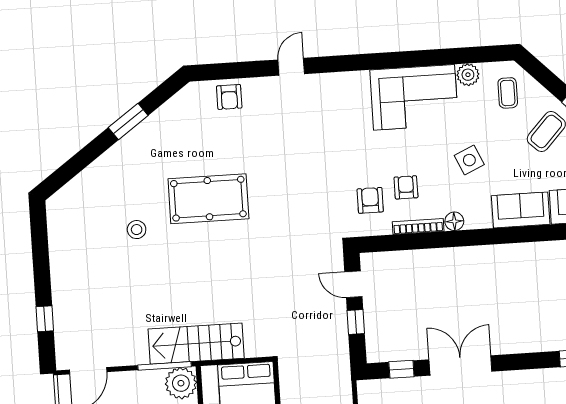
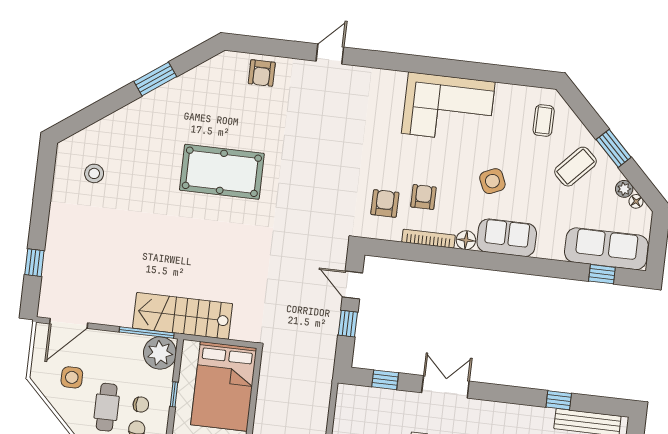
plant: (468, 75) -> (507, 95), removed
sofa: (521, 210) -> (507, 238), moved
stool: (137, 230) -> (94, 173), moved
double door: (460, 365) -> (445, 387), width x0.73

